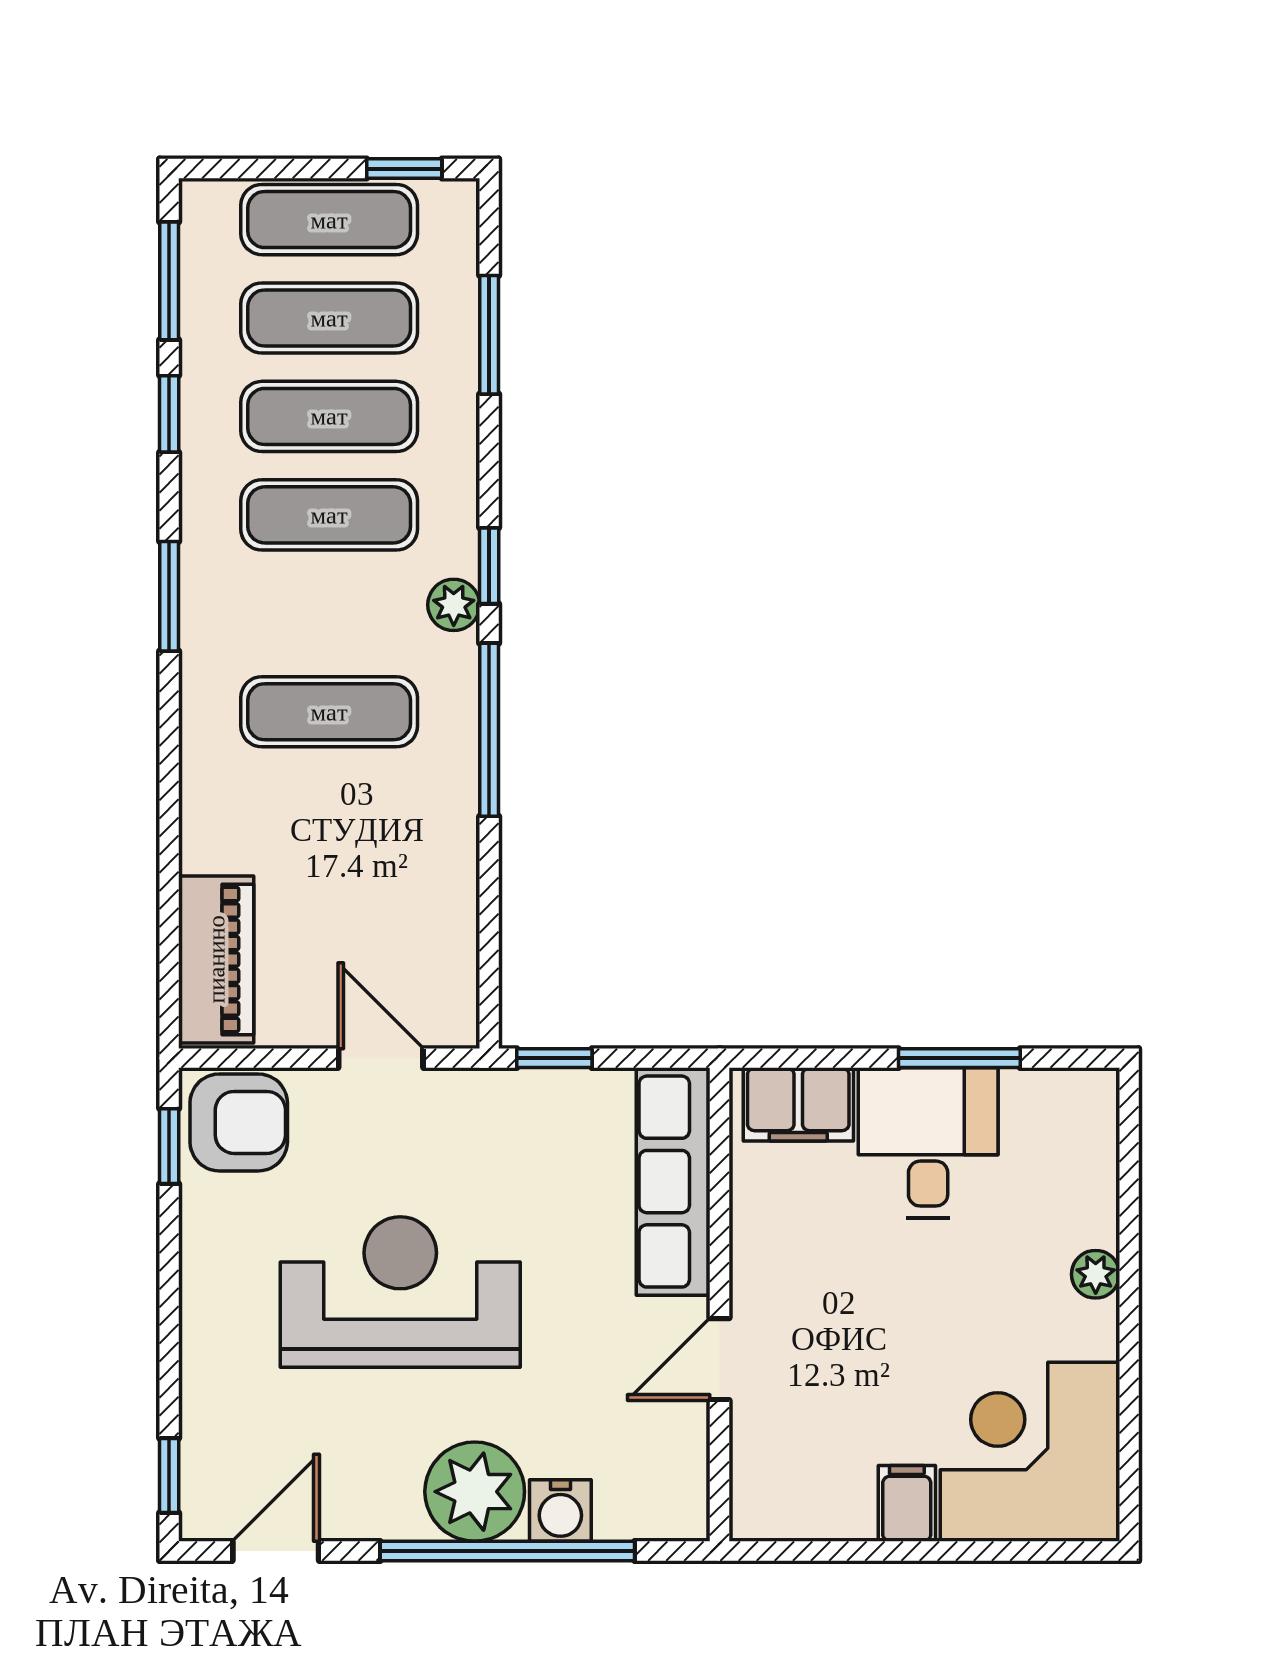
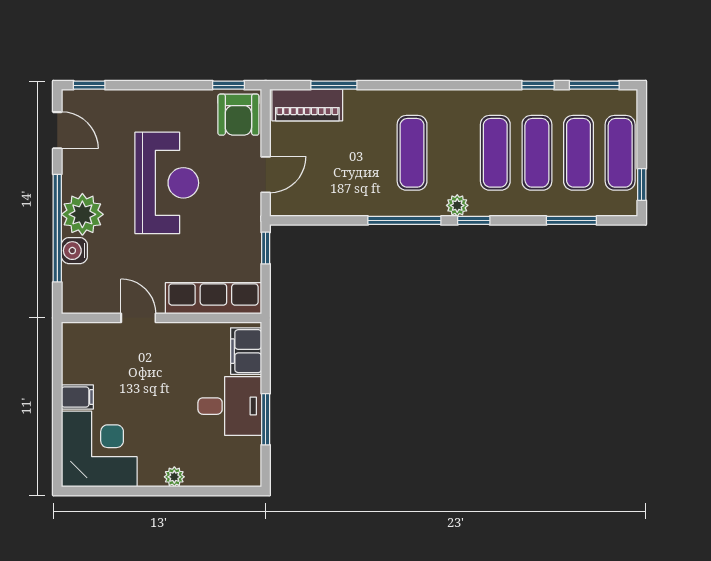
window: (169, 596) -> (334, 85), moved

